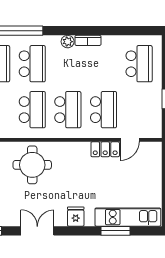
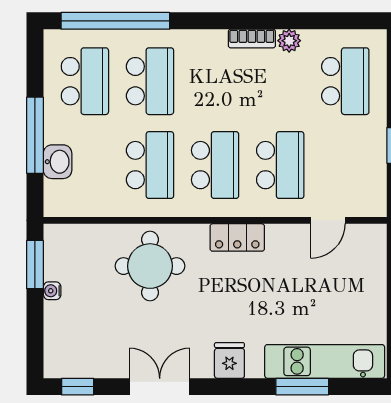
plant: (68, 42) -> (289, 41), moved
locker: (105, 149) -> (237, 237), moved

